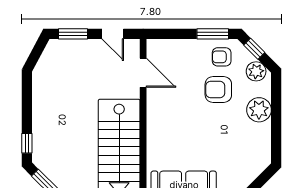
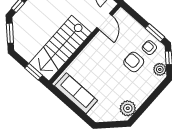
plant: (259, 110) -> (128, 108), moved

